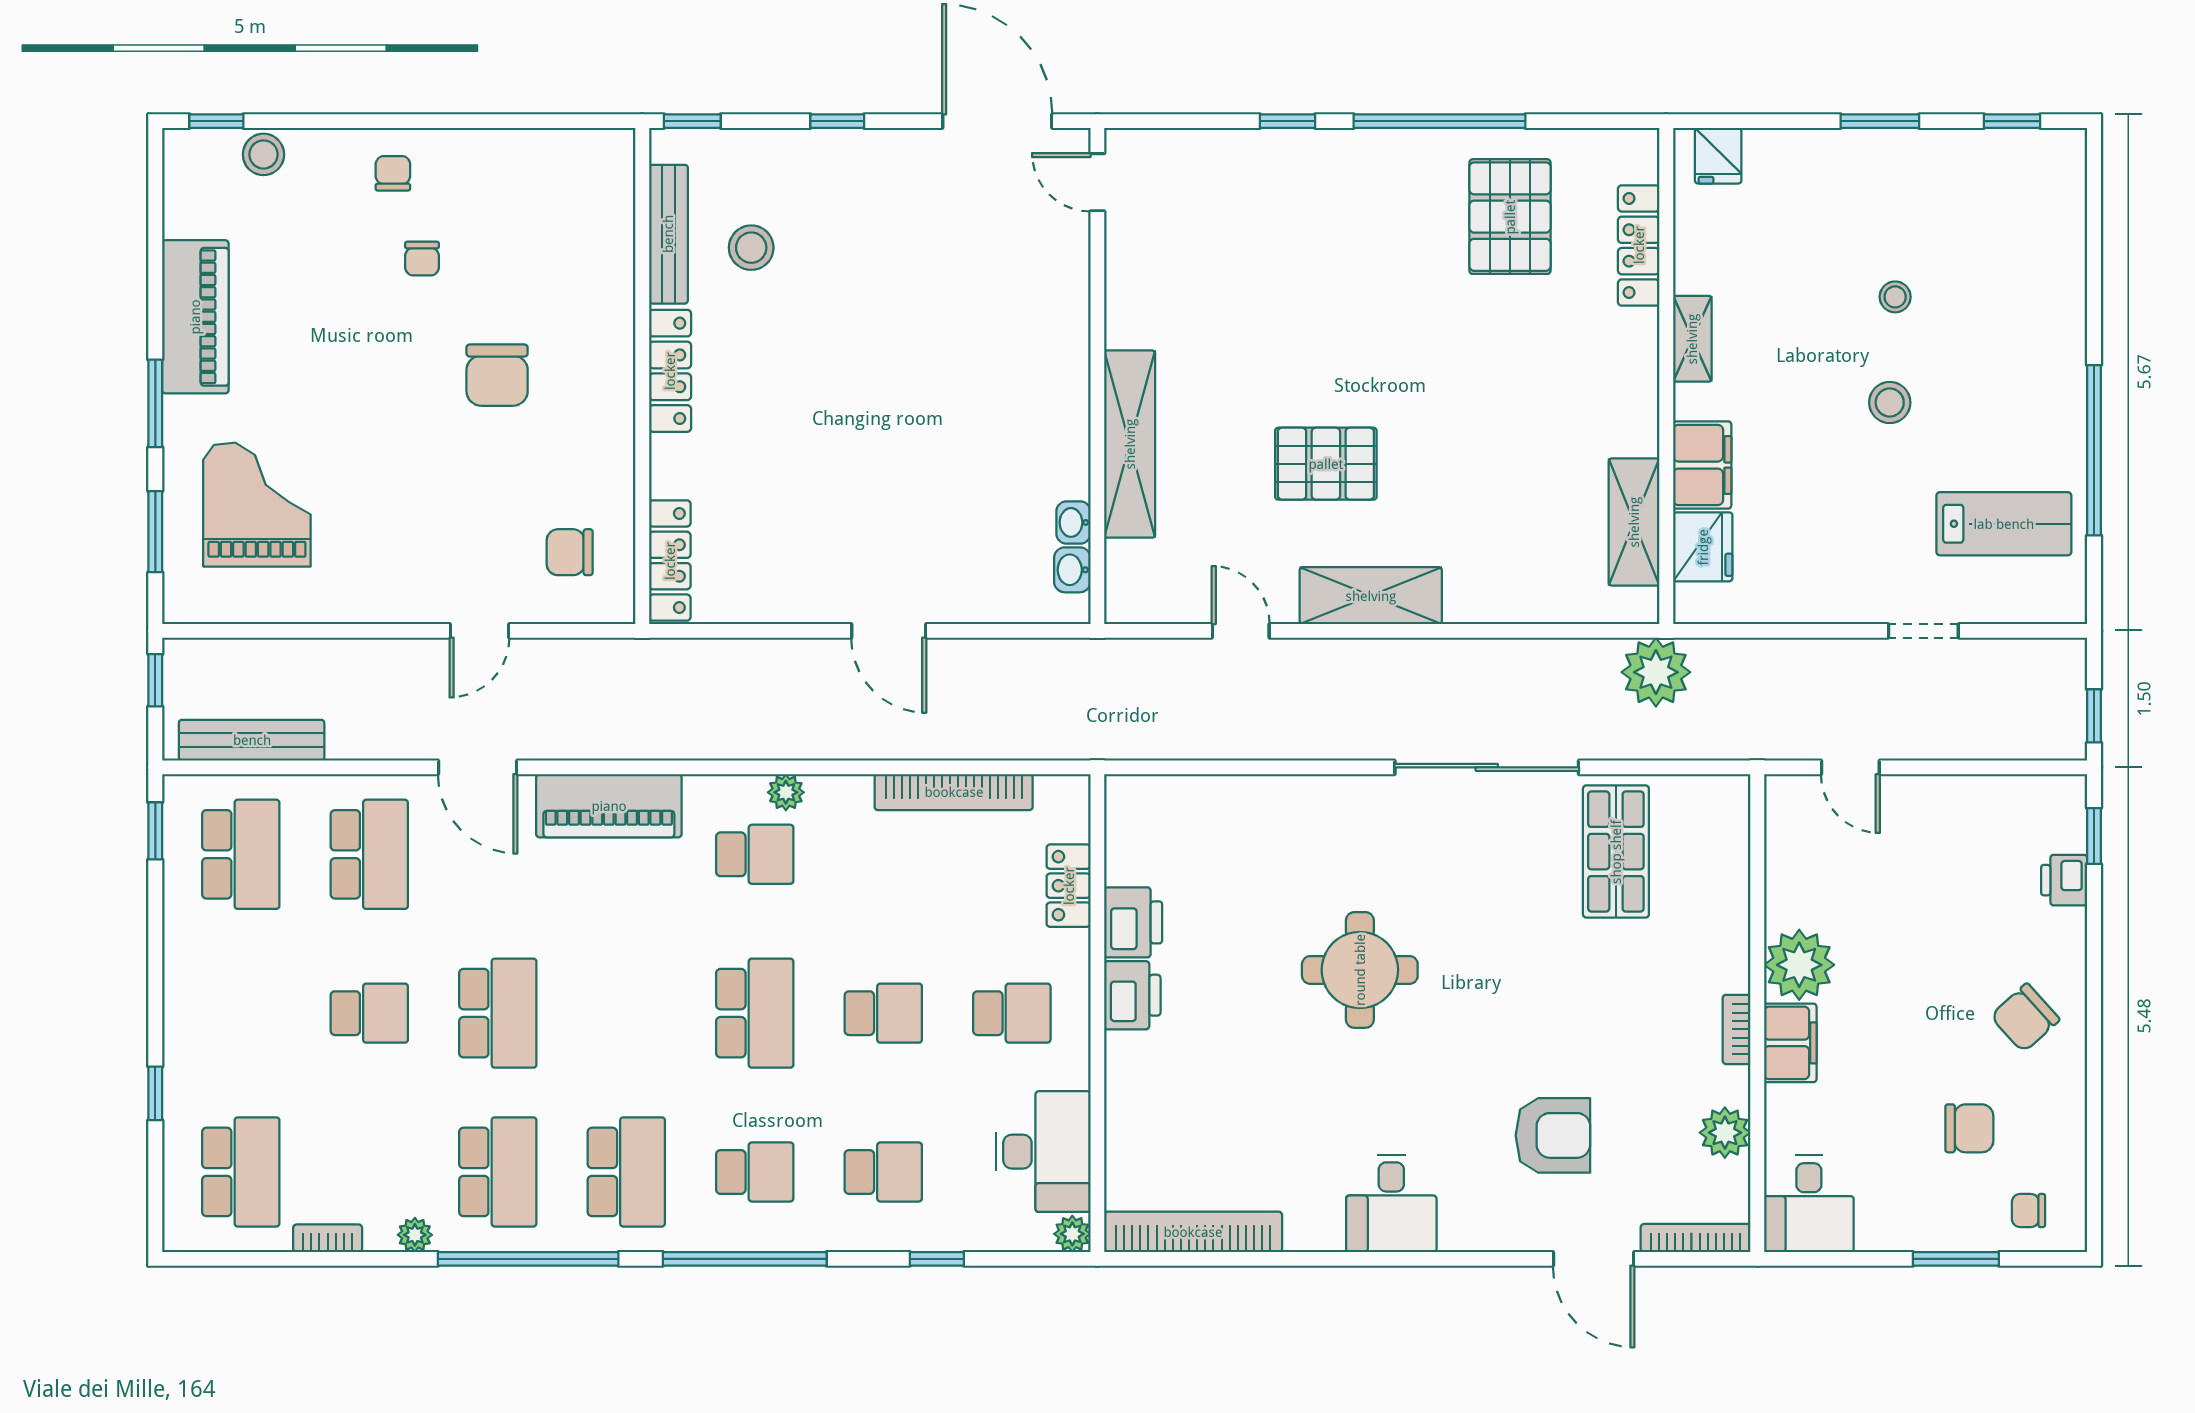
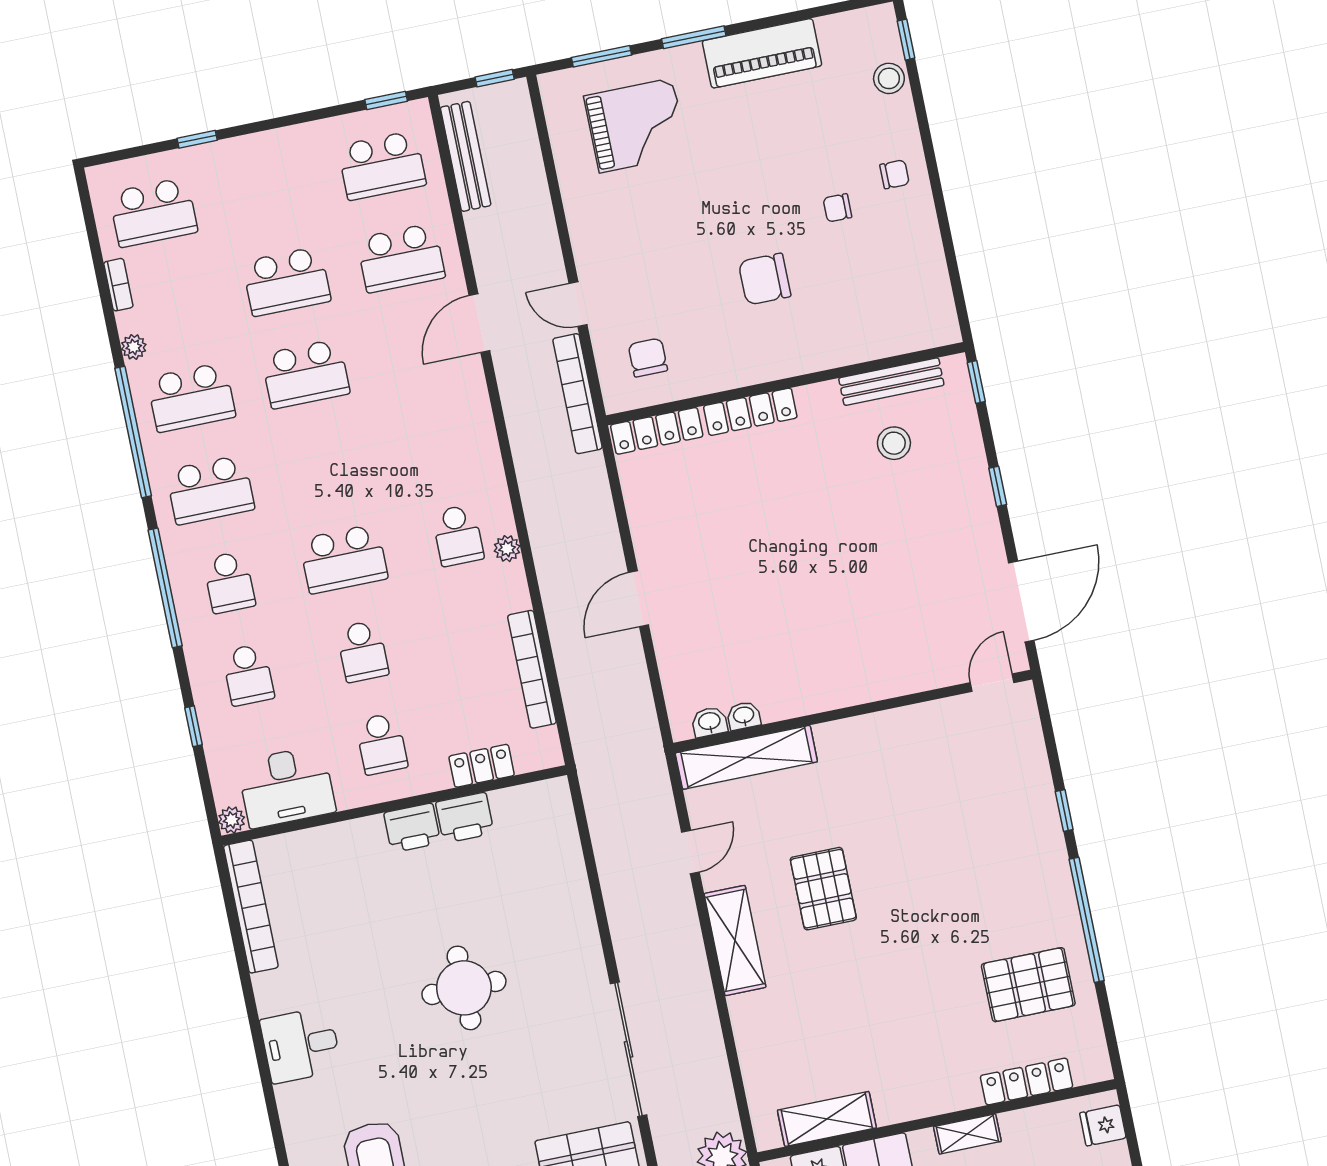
locker: (670, 371) -> (750, 412), moved
shelving: (1130, 444) -> (746, 757), moved
bookcase: (599, 656) -> (578, 394), added
piano: (609, 806) -> (471, 423), removed
school desk: (369, 1013) -> (287, 281), width x1.85

